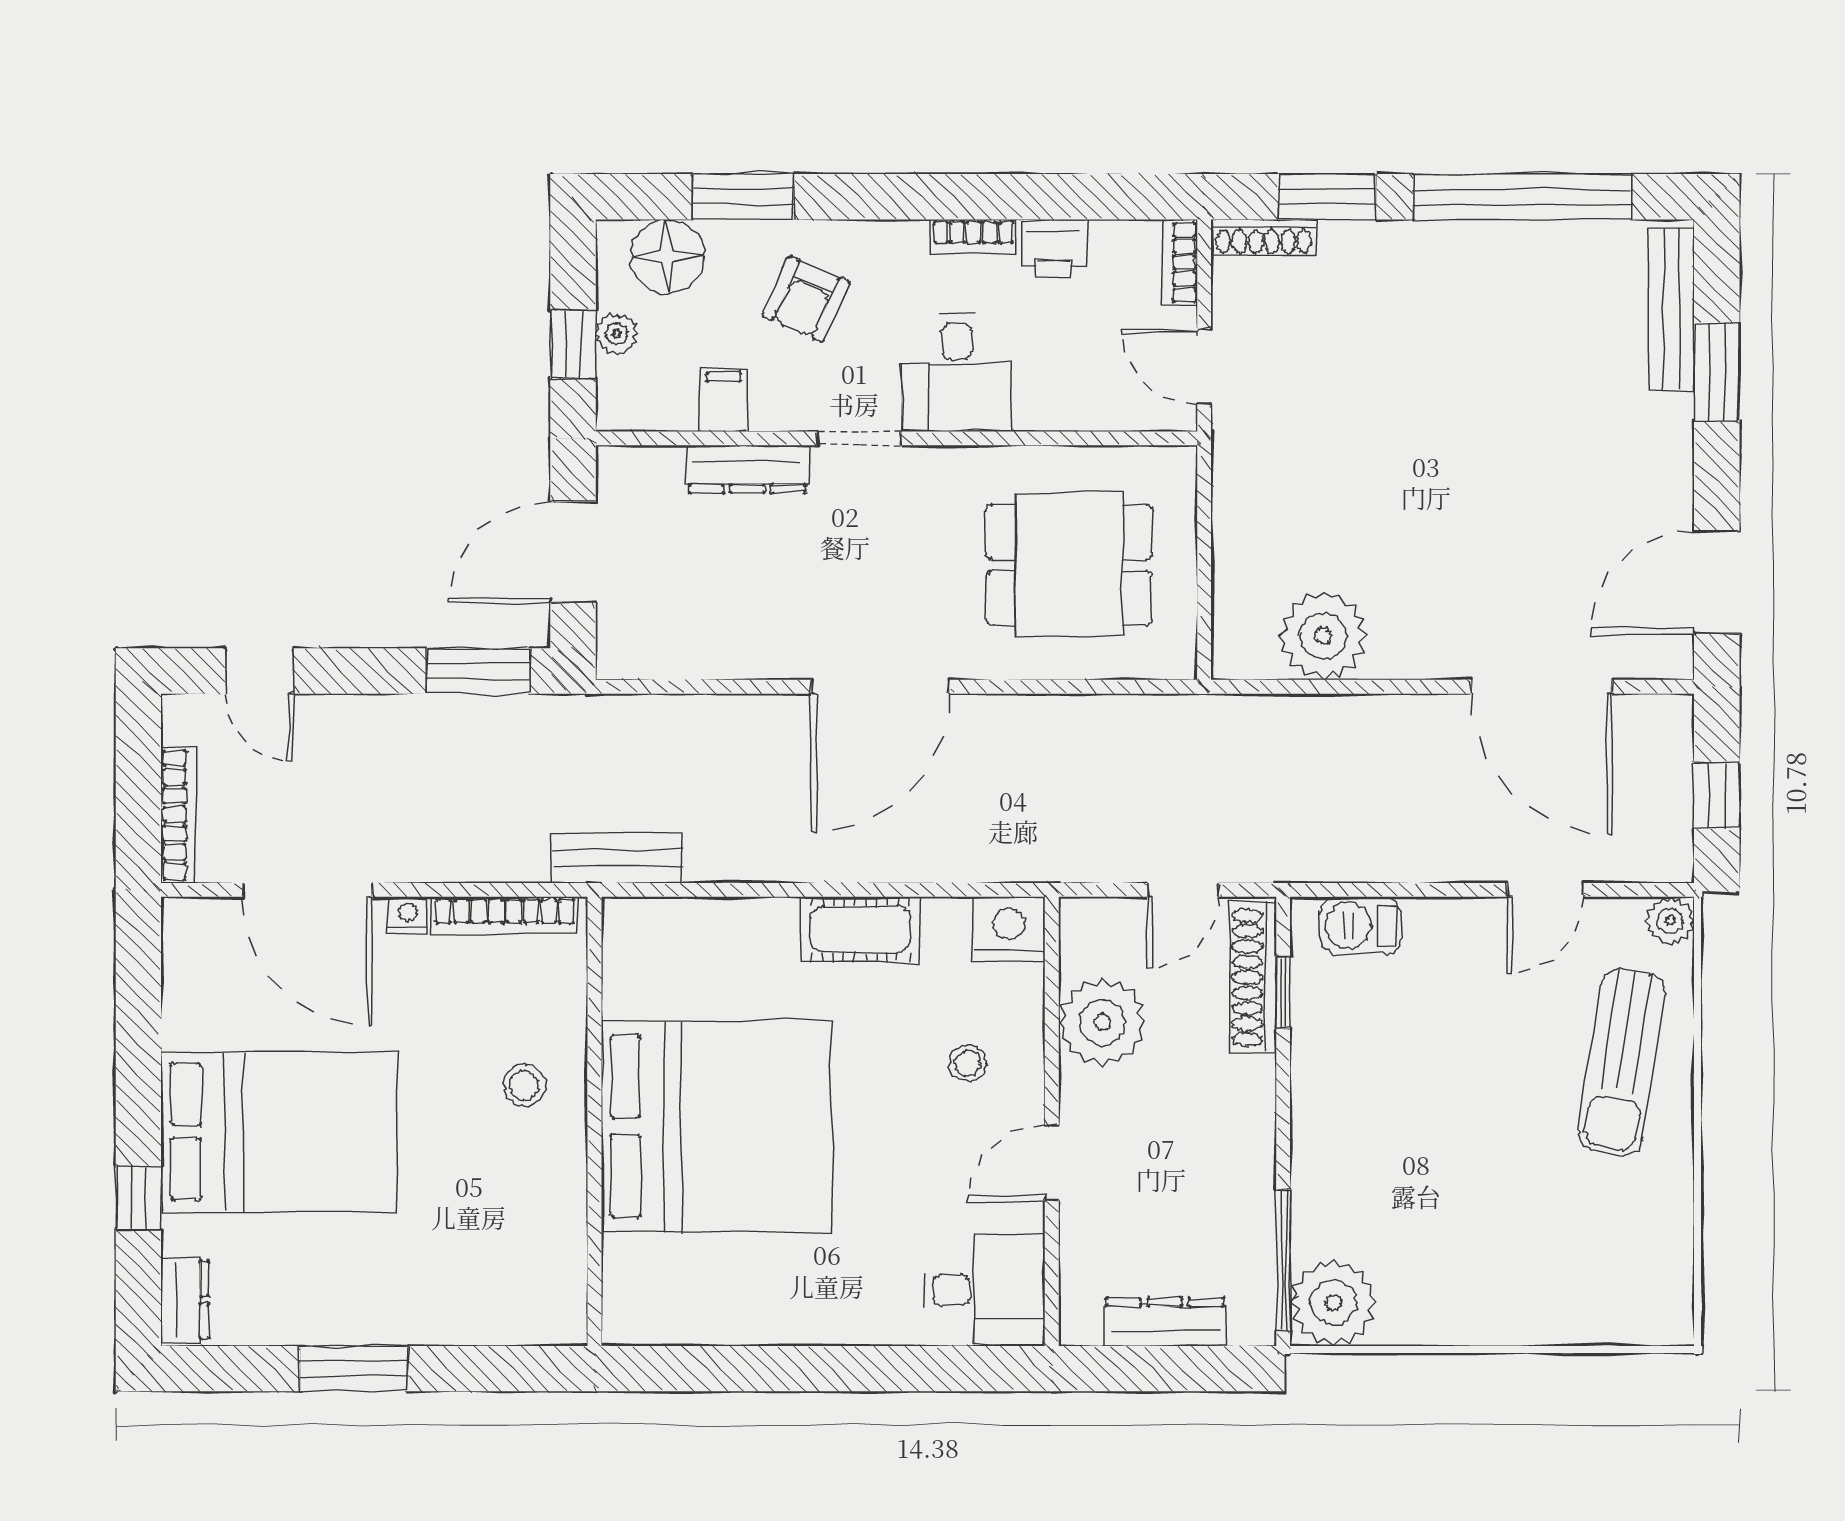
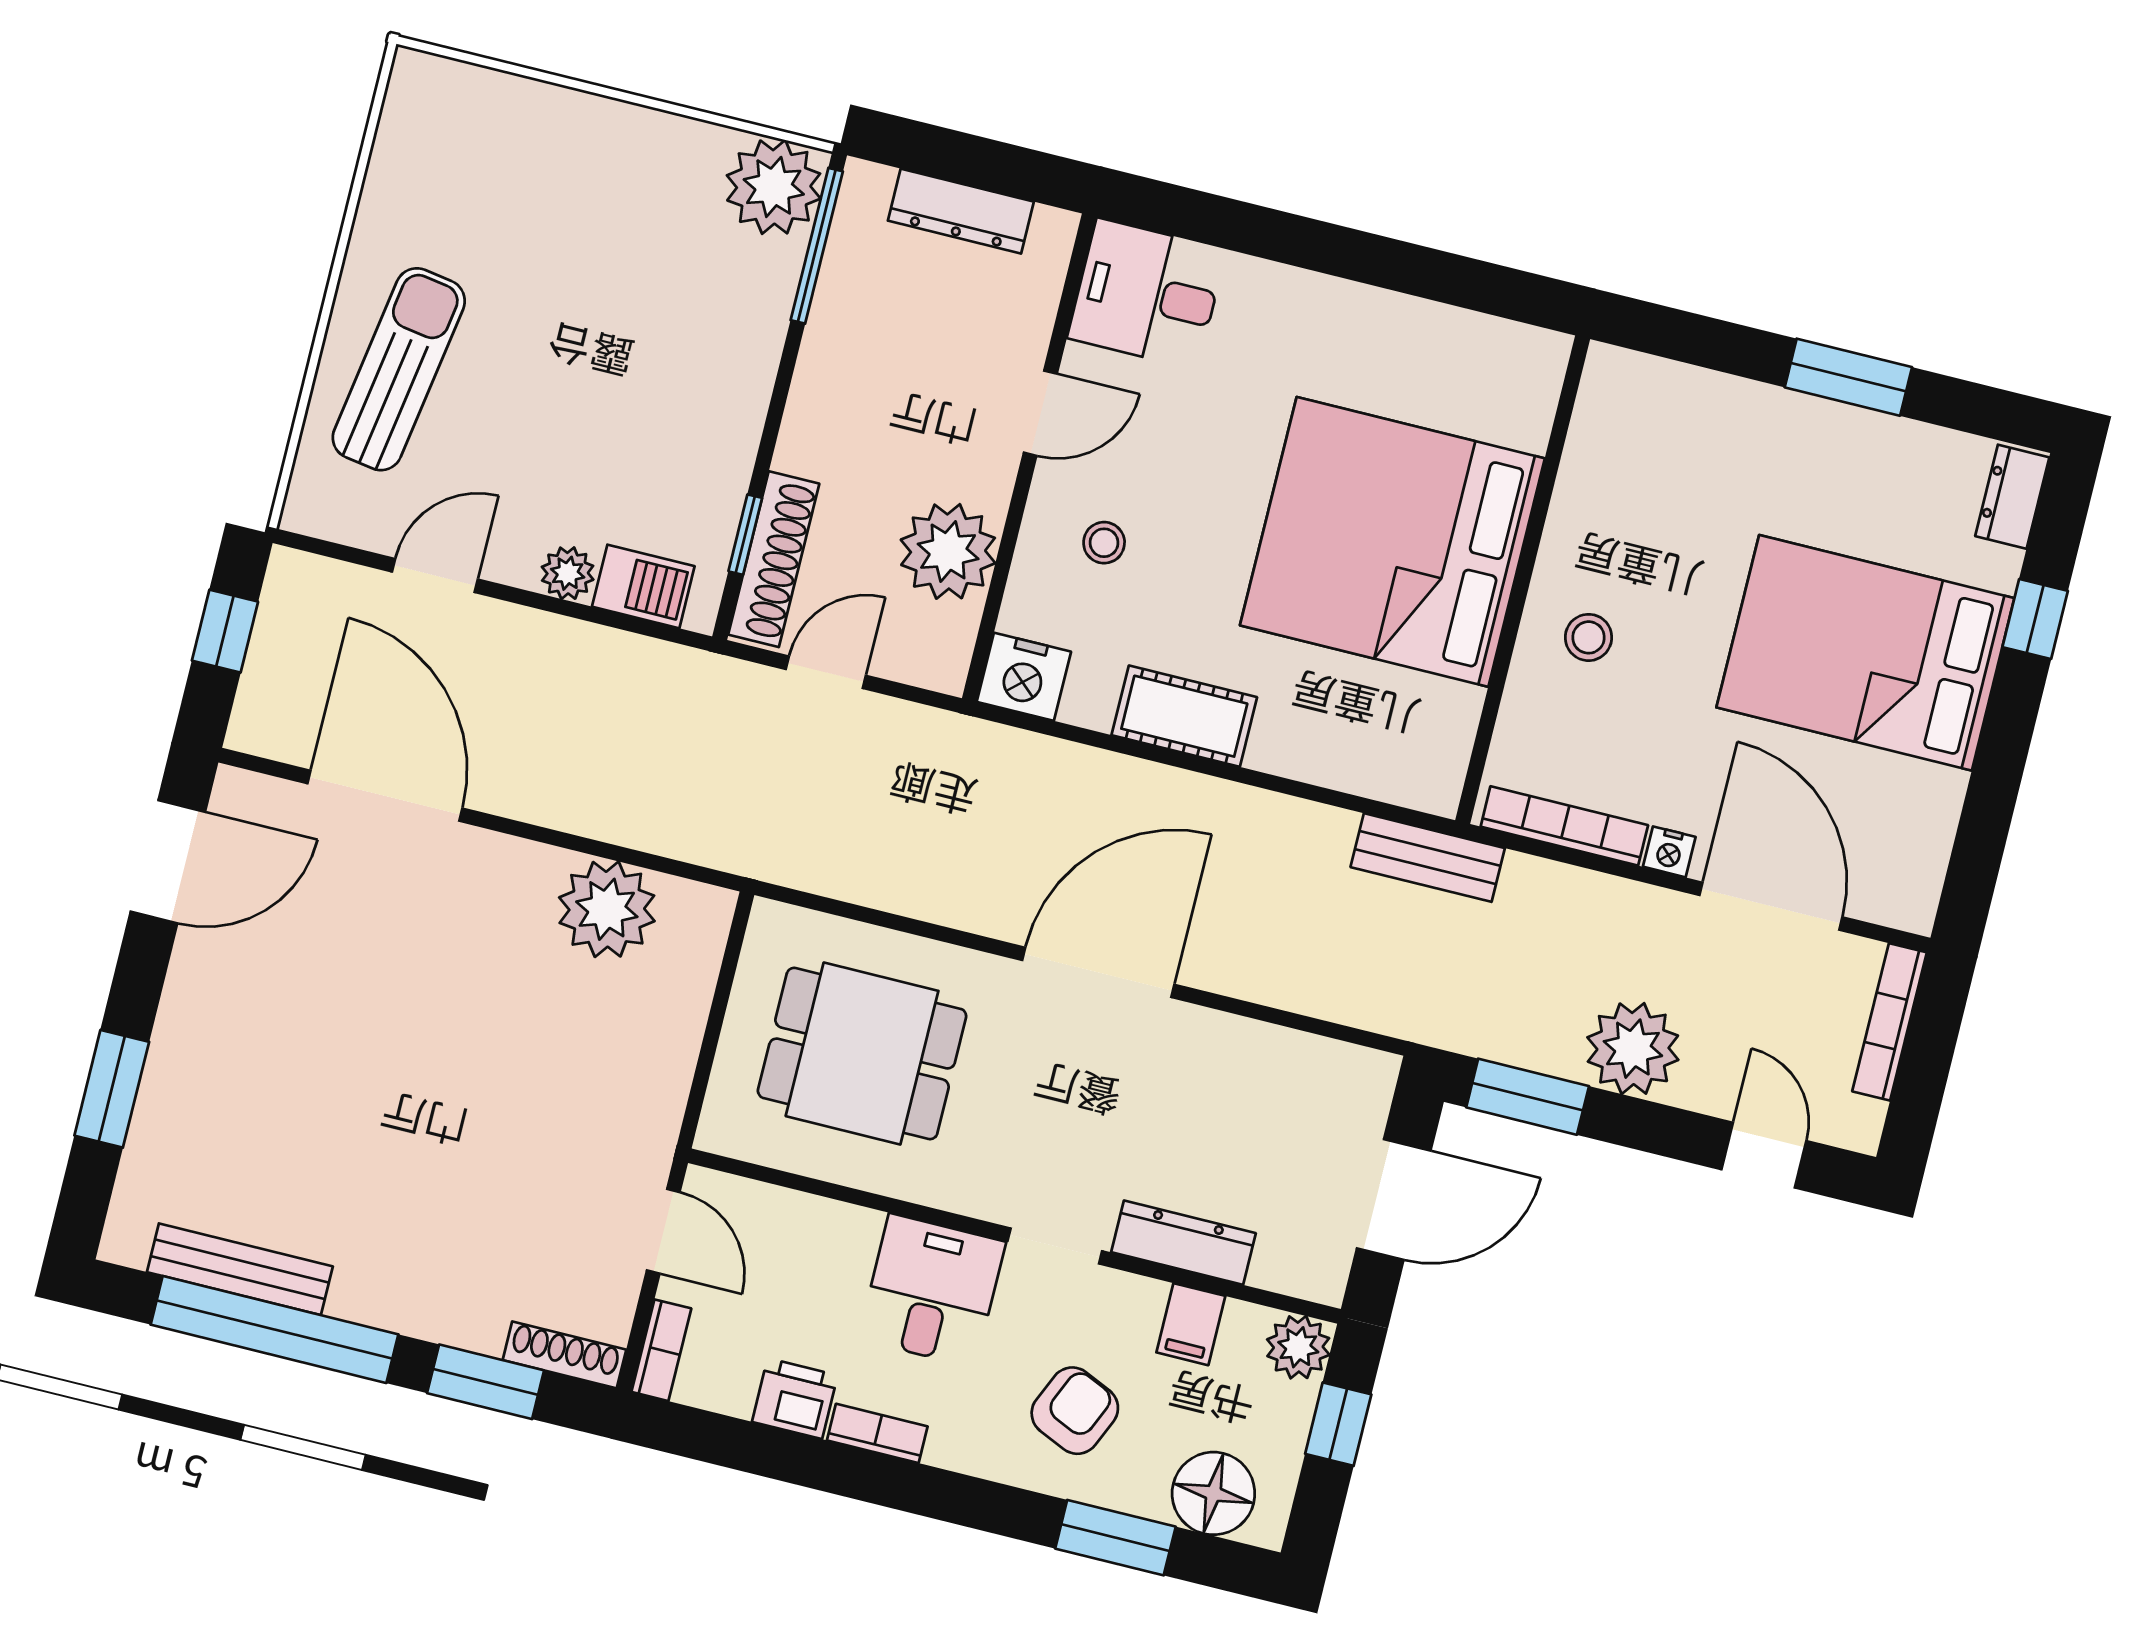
bench: (1672, 309) -> (240, 1269), moved, turned 90
plant: (617, 334) -> (1298, 1347), moved, width x1.38, depth x1.38
plant: (397, 736) -> (1633, 1049), added
plant: (1670, 921) -> (568, 573), moved

